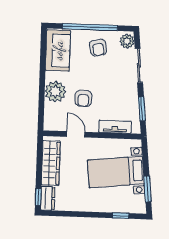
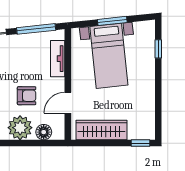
window: (142, 109) -> (36, 29), width x1.44
floor lamp: (51, 112) -> (44, 132), added
window: (147, 189) -> (112, 21), moved
dresser: (48, 198) -> (142, 132), removed

